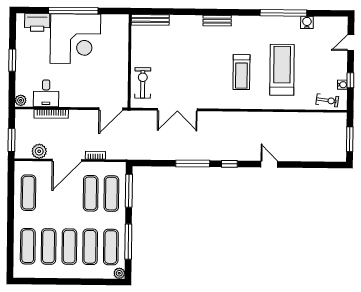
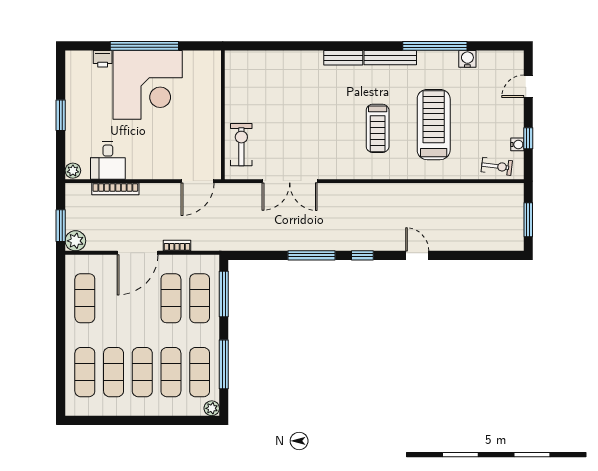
bench: (150, 20) -> (390, 58), moved
printer: (37, 22) -> (103, 59), width x0.53, depth x0.68
plant: (39, 151) -> (75, 241), moved

